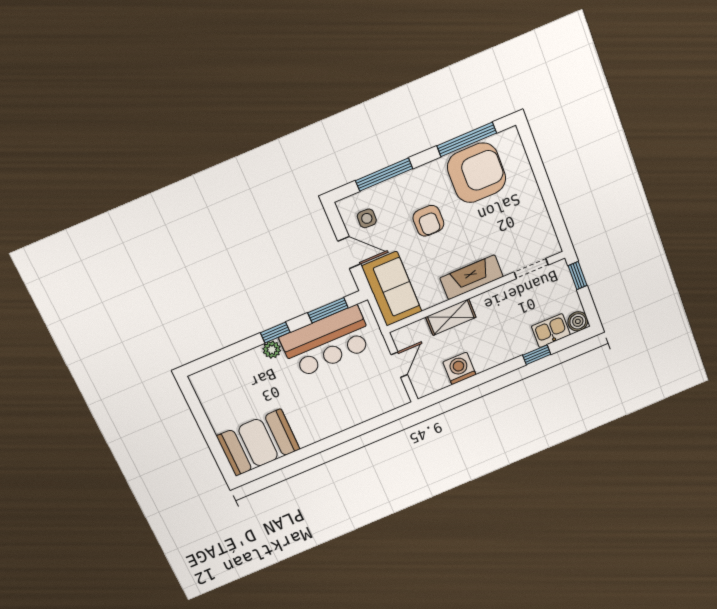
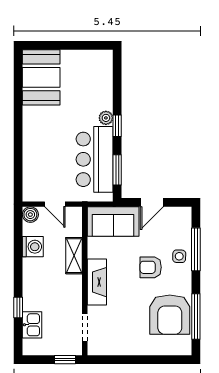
side table: (367, 218) -> (179, 256), moved
boiler: (578, 321) -> (30, 215), moved

